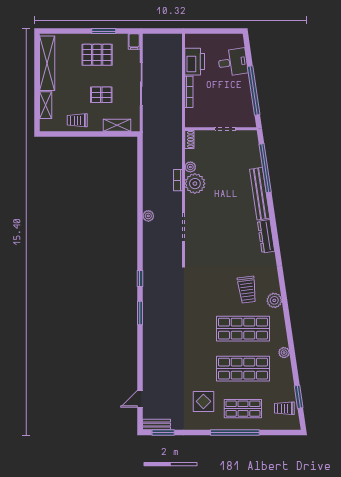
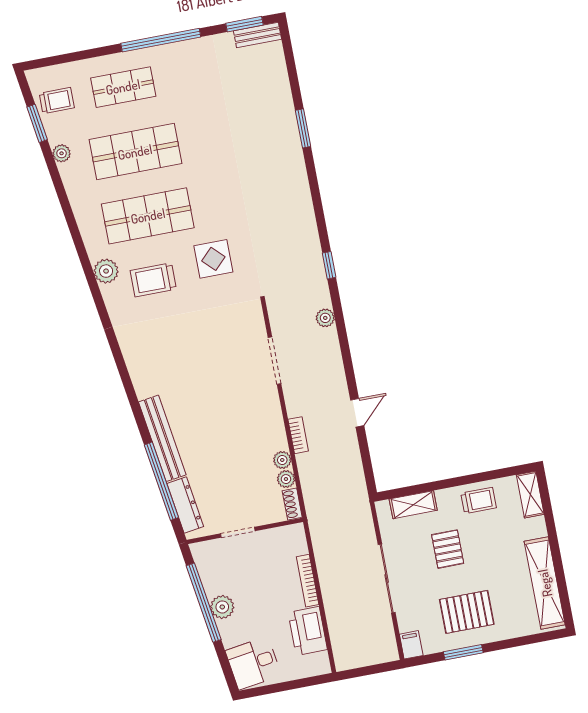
desk: (233, 62) -> (253, 663), moved
plant: (243, 86) -> (222, 607), added
pallet: (101, 95) -> (448, 549), turned 90
shelving: (46, 105) -> (530, 495), moved
plant: (195, 184) -> (286, 479), moved, width x0.53, depth x0.53
plant: (148, 216) -> (325, 318), moved
dresser: (266, 236) -> (185, 505), moved
trolley: (247, 290) -> (153, 280), turned -83
window: (140, 313) -> (303, 128), moved
plant: (284, 353) -> (62, 153), moved
door: (140, 399) -> (357, 413), moved
display table: (203, 401) -> (213, 259), moved
window: (235, 432) -> (161, 40), moved

